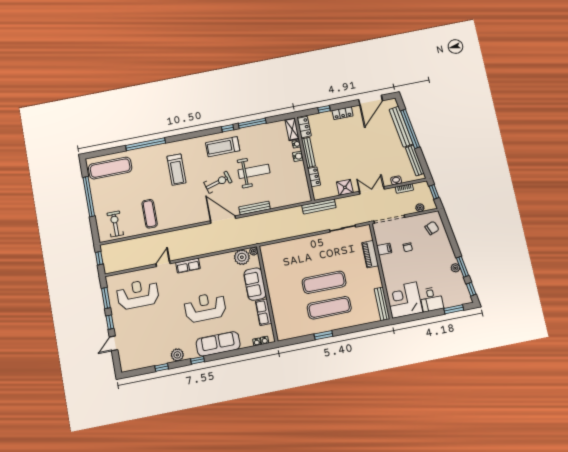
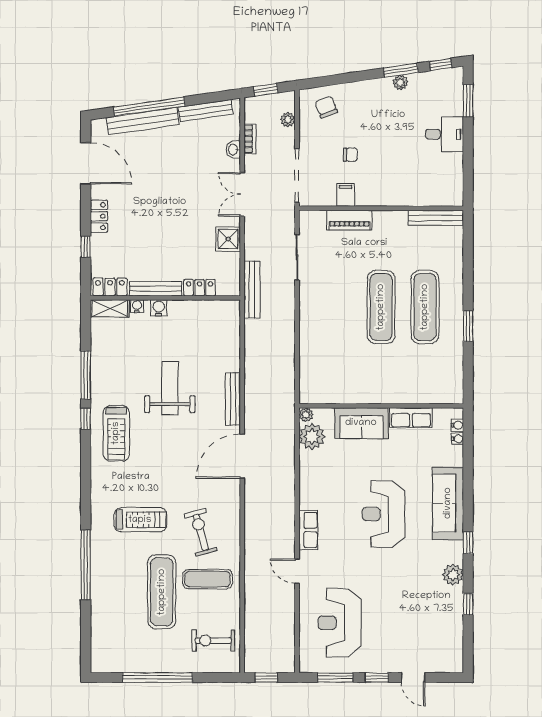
exercise mat: (110, 168) -> (162, 592), moved
exercise bike: (218, 182) -> (201, 532), moved
corner desk: (404, 300) -> (437, 180), removed

